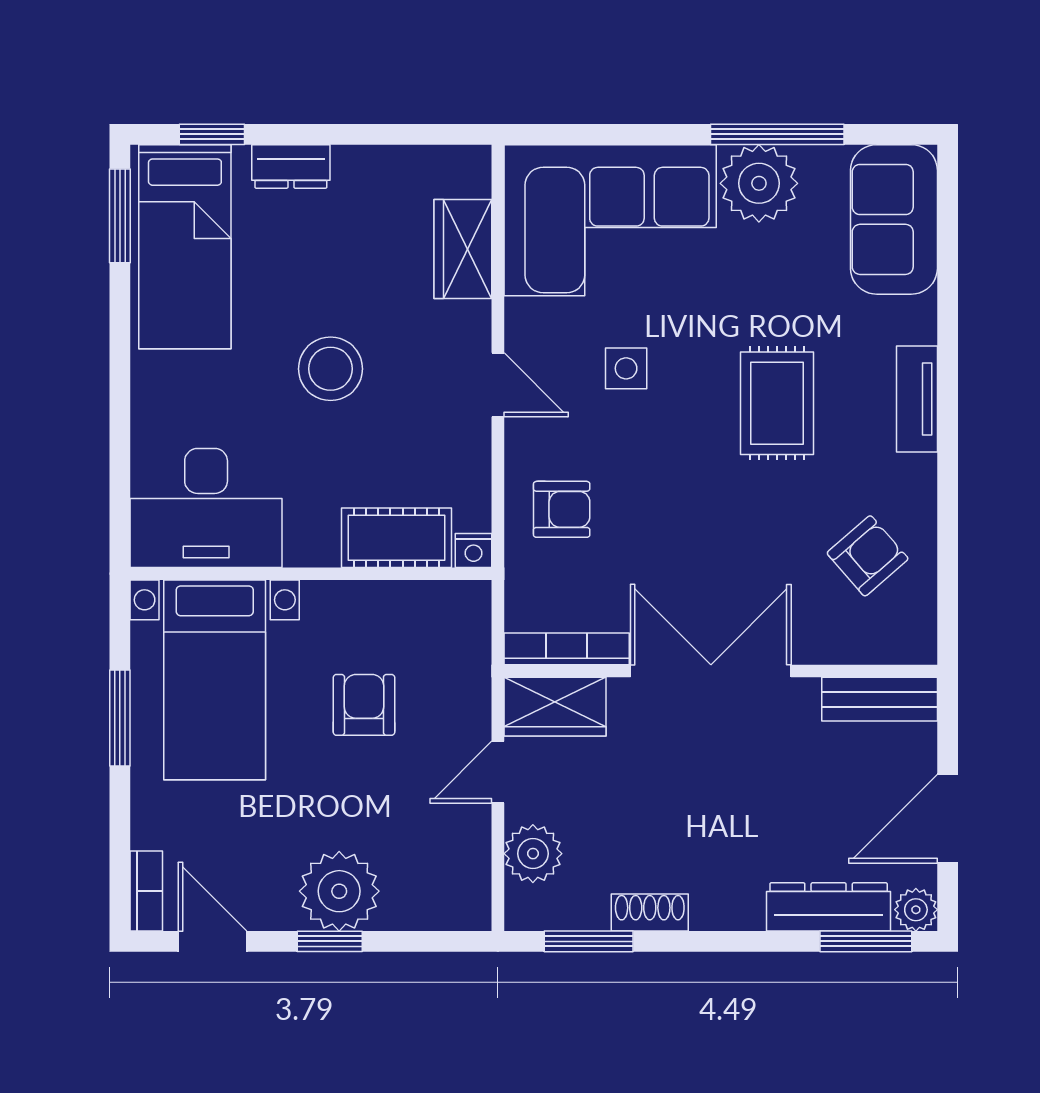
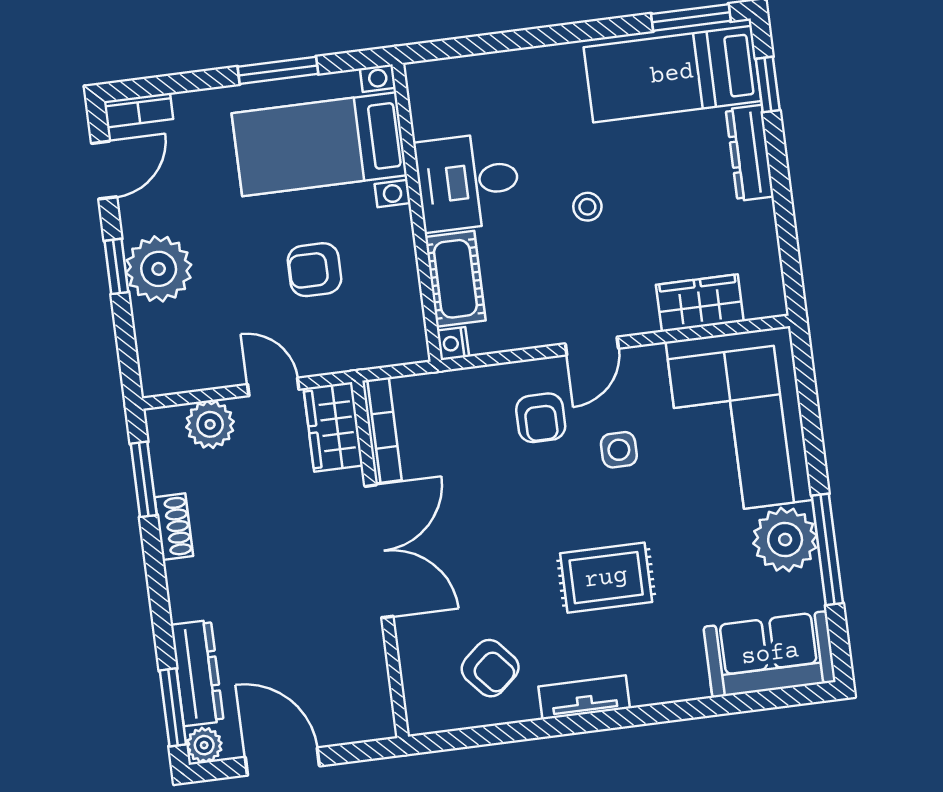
dresser: (291, 166) -> (750, 153), width x1.44
stool: (331, 369) -> (587, 207), width x0.53, depth x0.53
tv unit: (917, 399) -> (584, 697), moved
desk: (206, 508) -> (468, 182), moved, width x0.73
armchair: (562, 509) -> (541, 418), moved
bench: (880, 699) -> (374, 693), removed
armchair: (364, 705) -> (314, 270), turned 180

